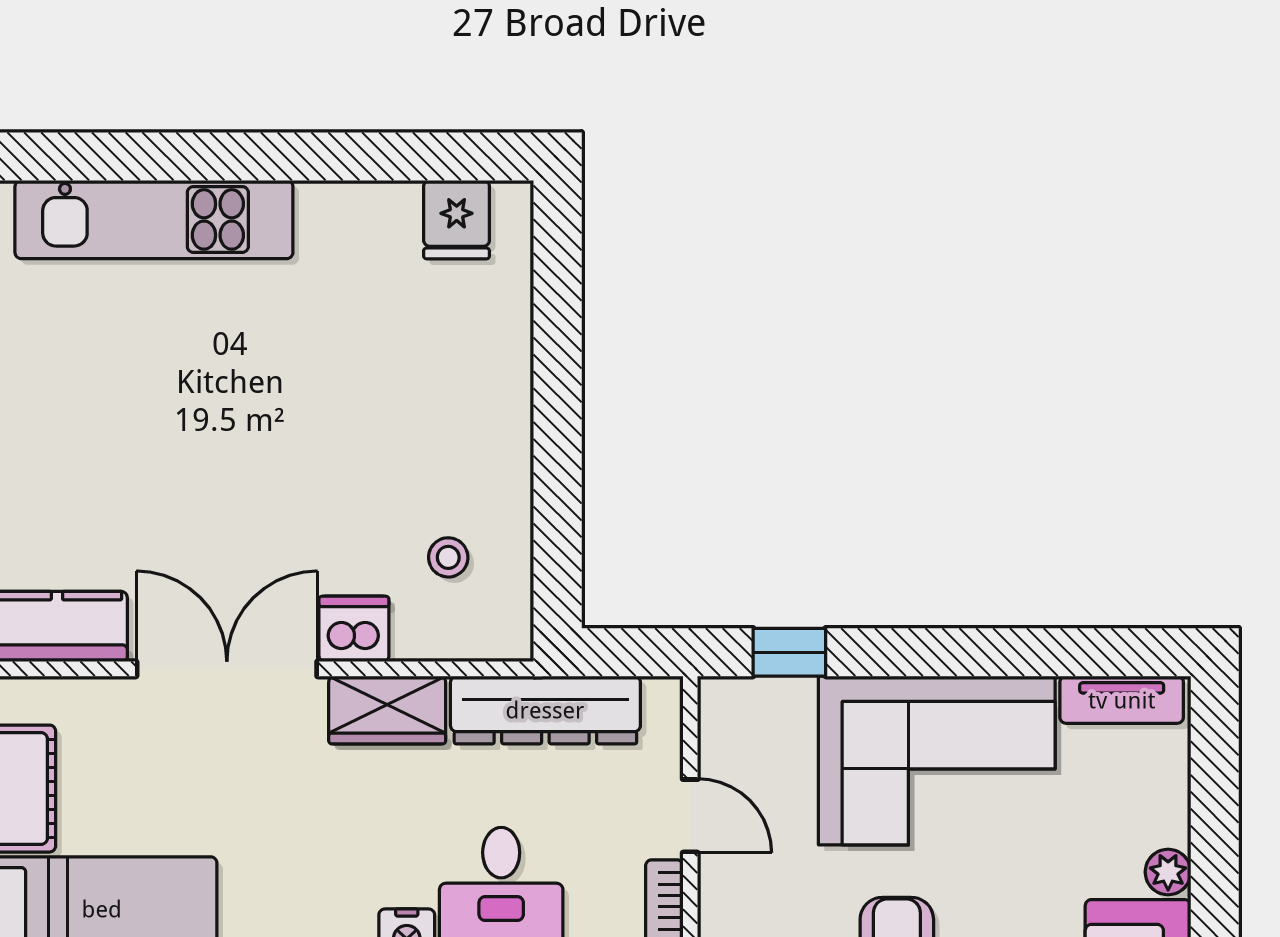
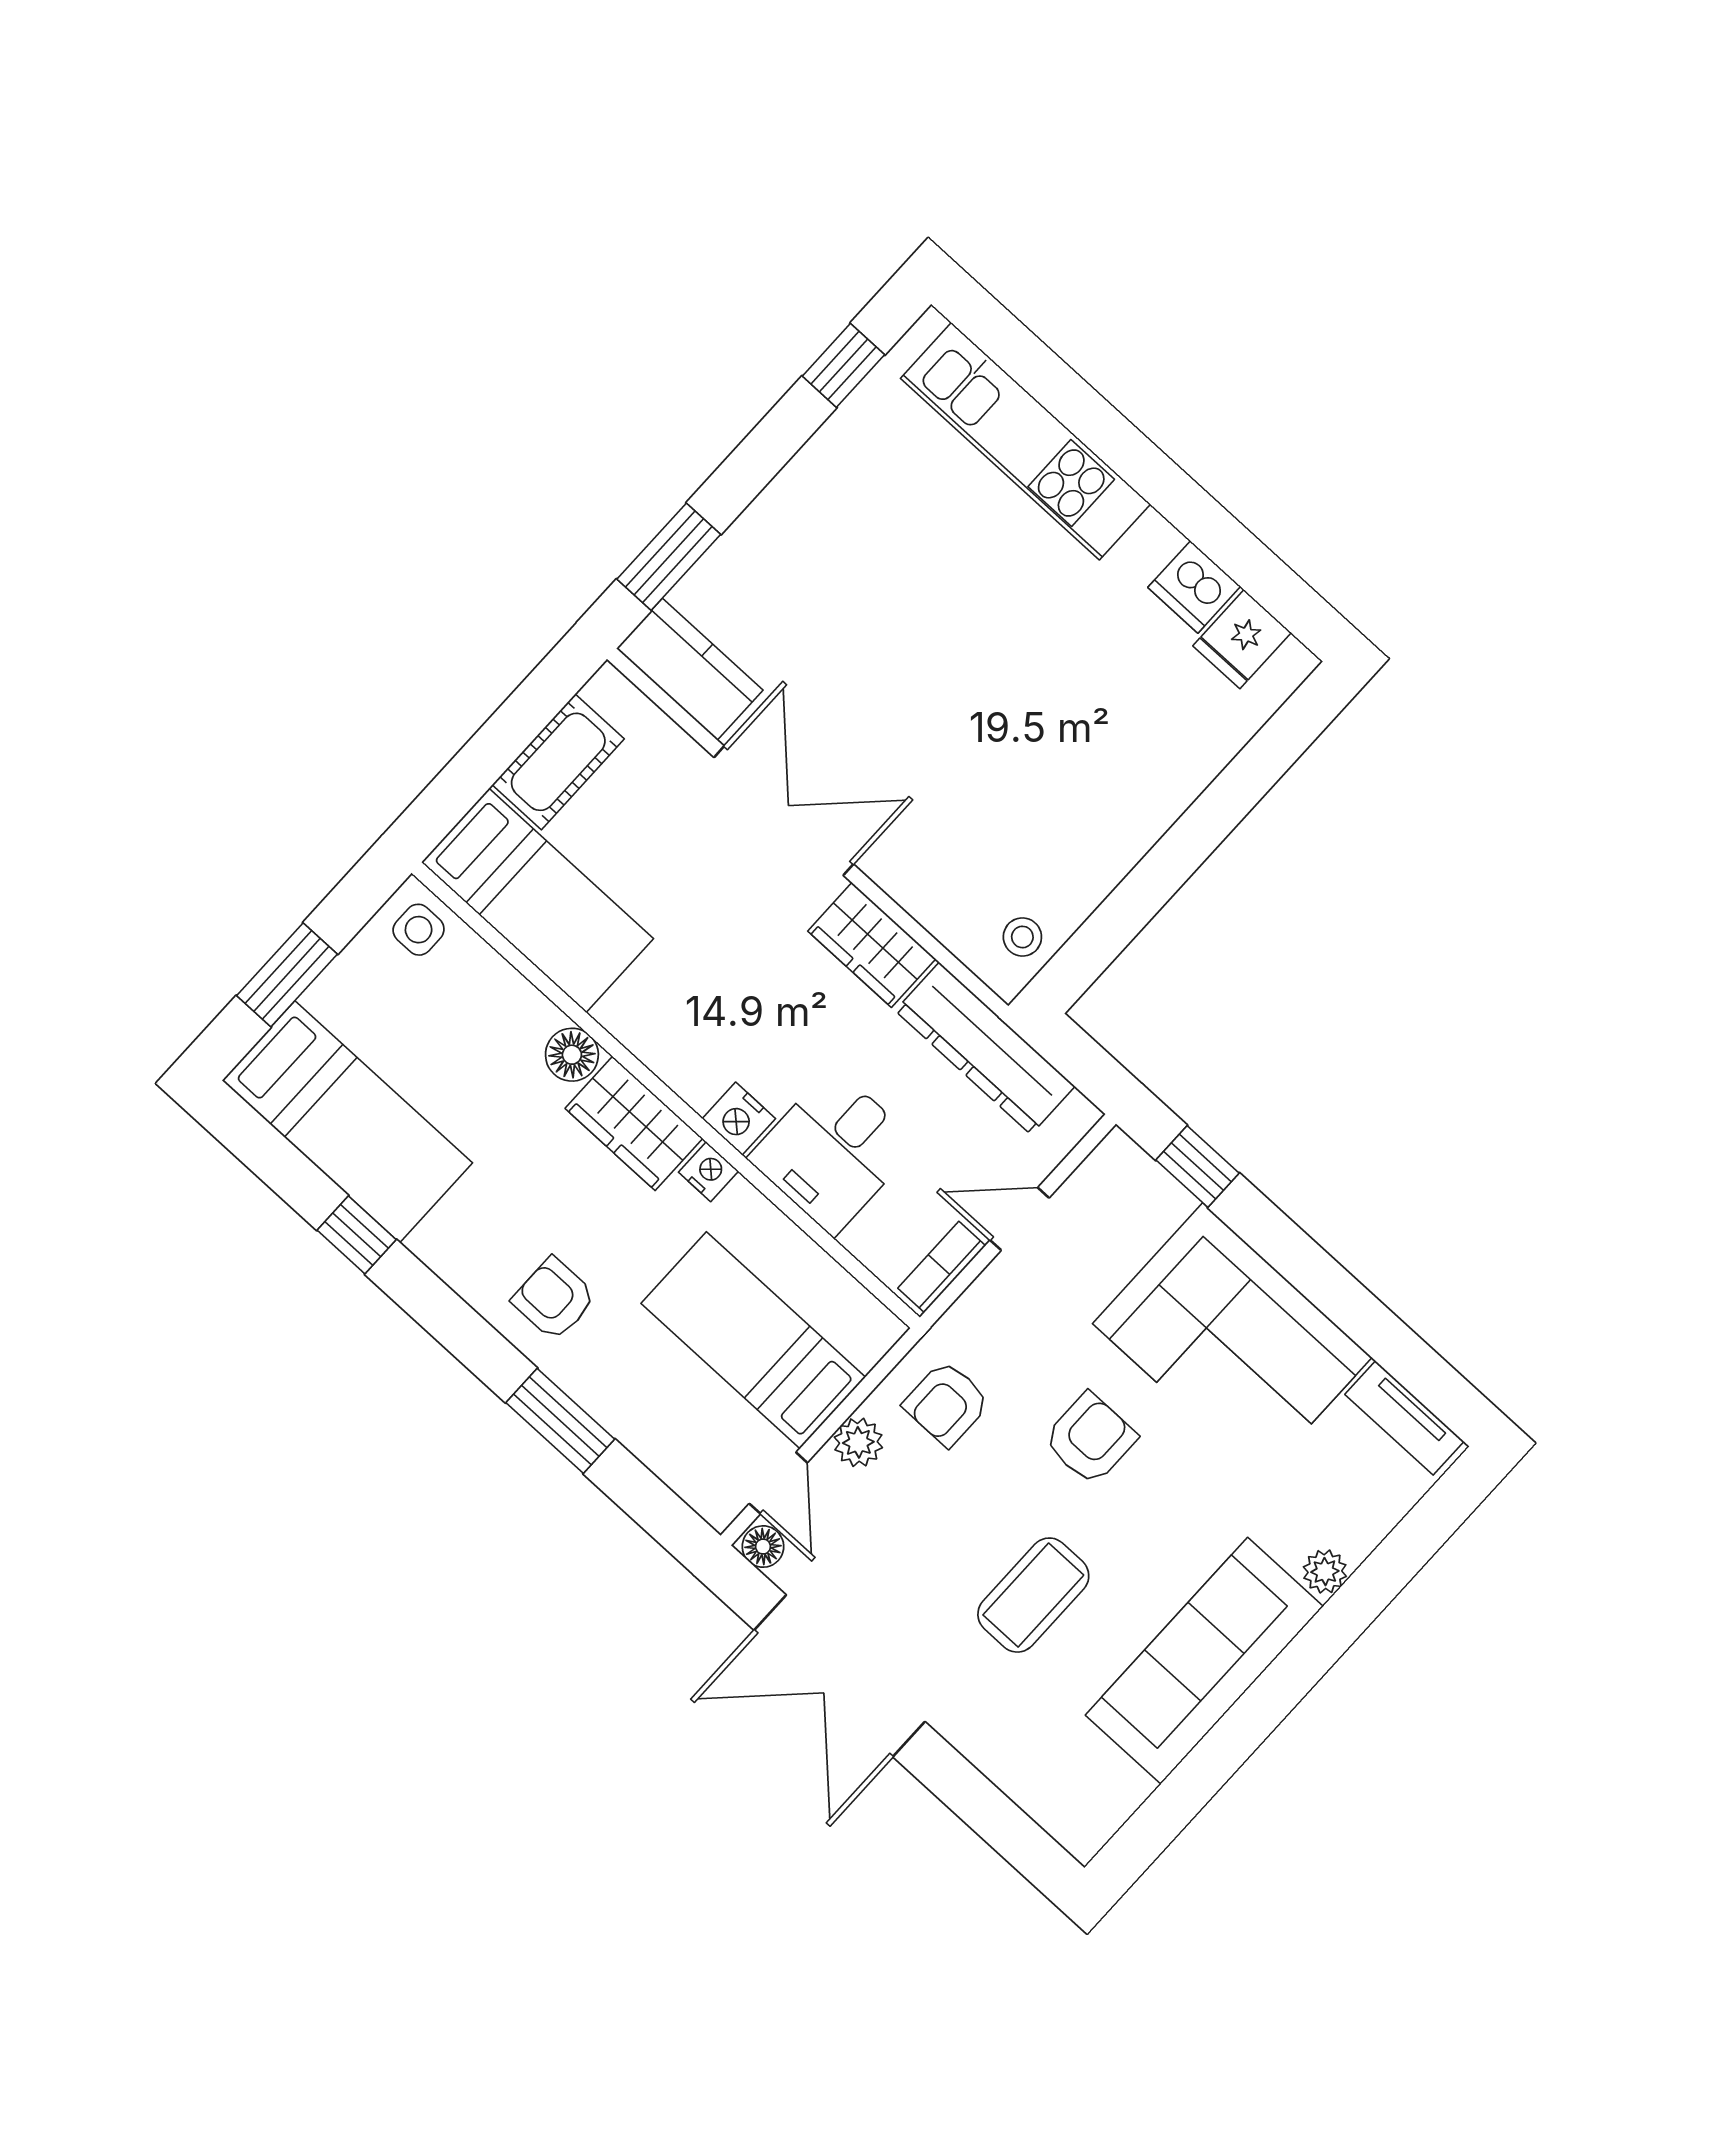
stool: (448, 557) -> (1022, 937), moved
dishwasher: (354, 629) -> (1194, 587), moved, turned 180
door: (690, 816) -> (1019, 1219), swing flipped

